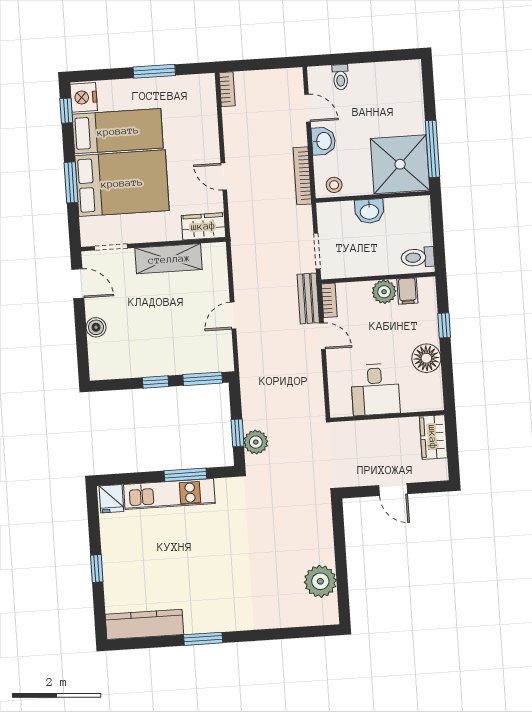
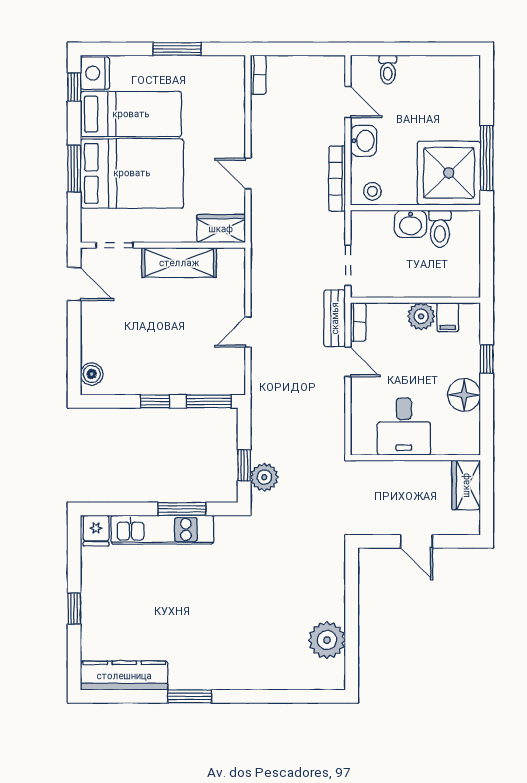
toilet: (418, 257) -> (440, 229), moved, turned -90
boiler: (96, 327) -> (92, 374), moved

